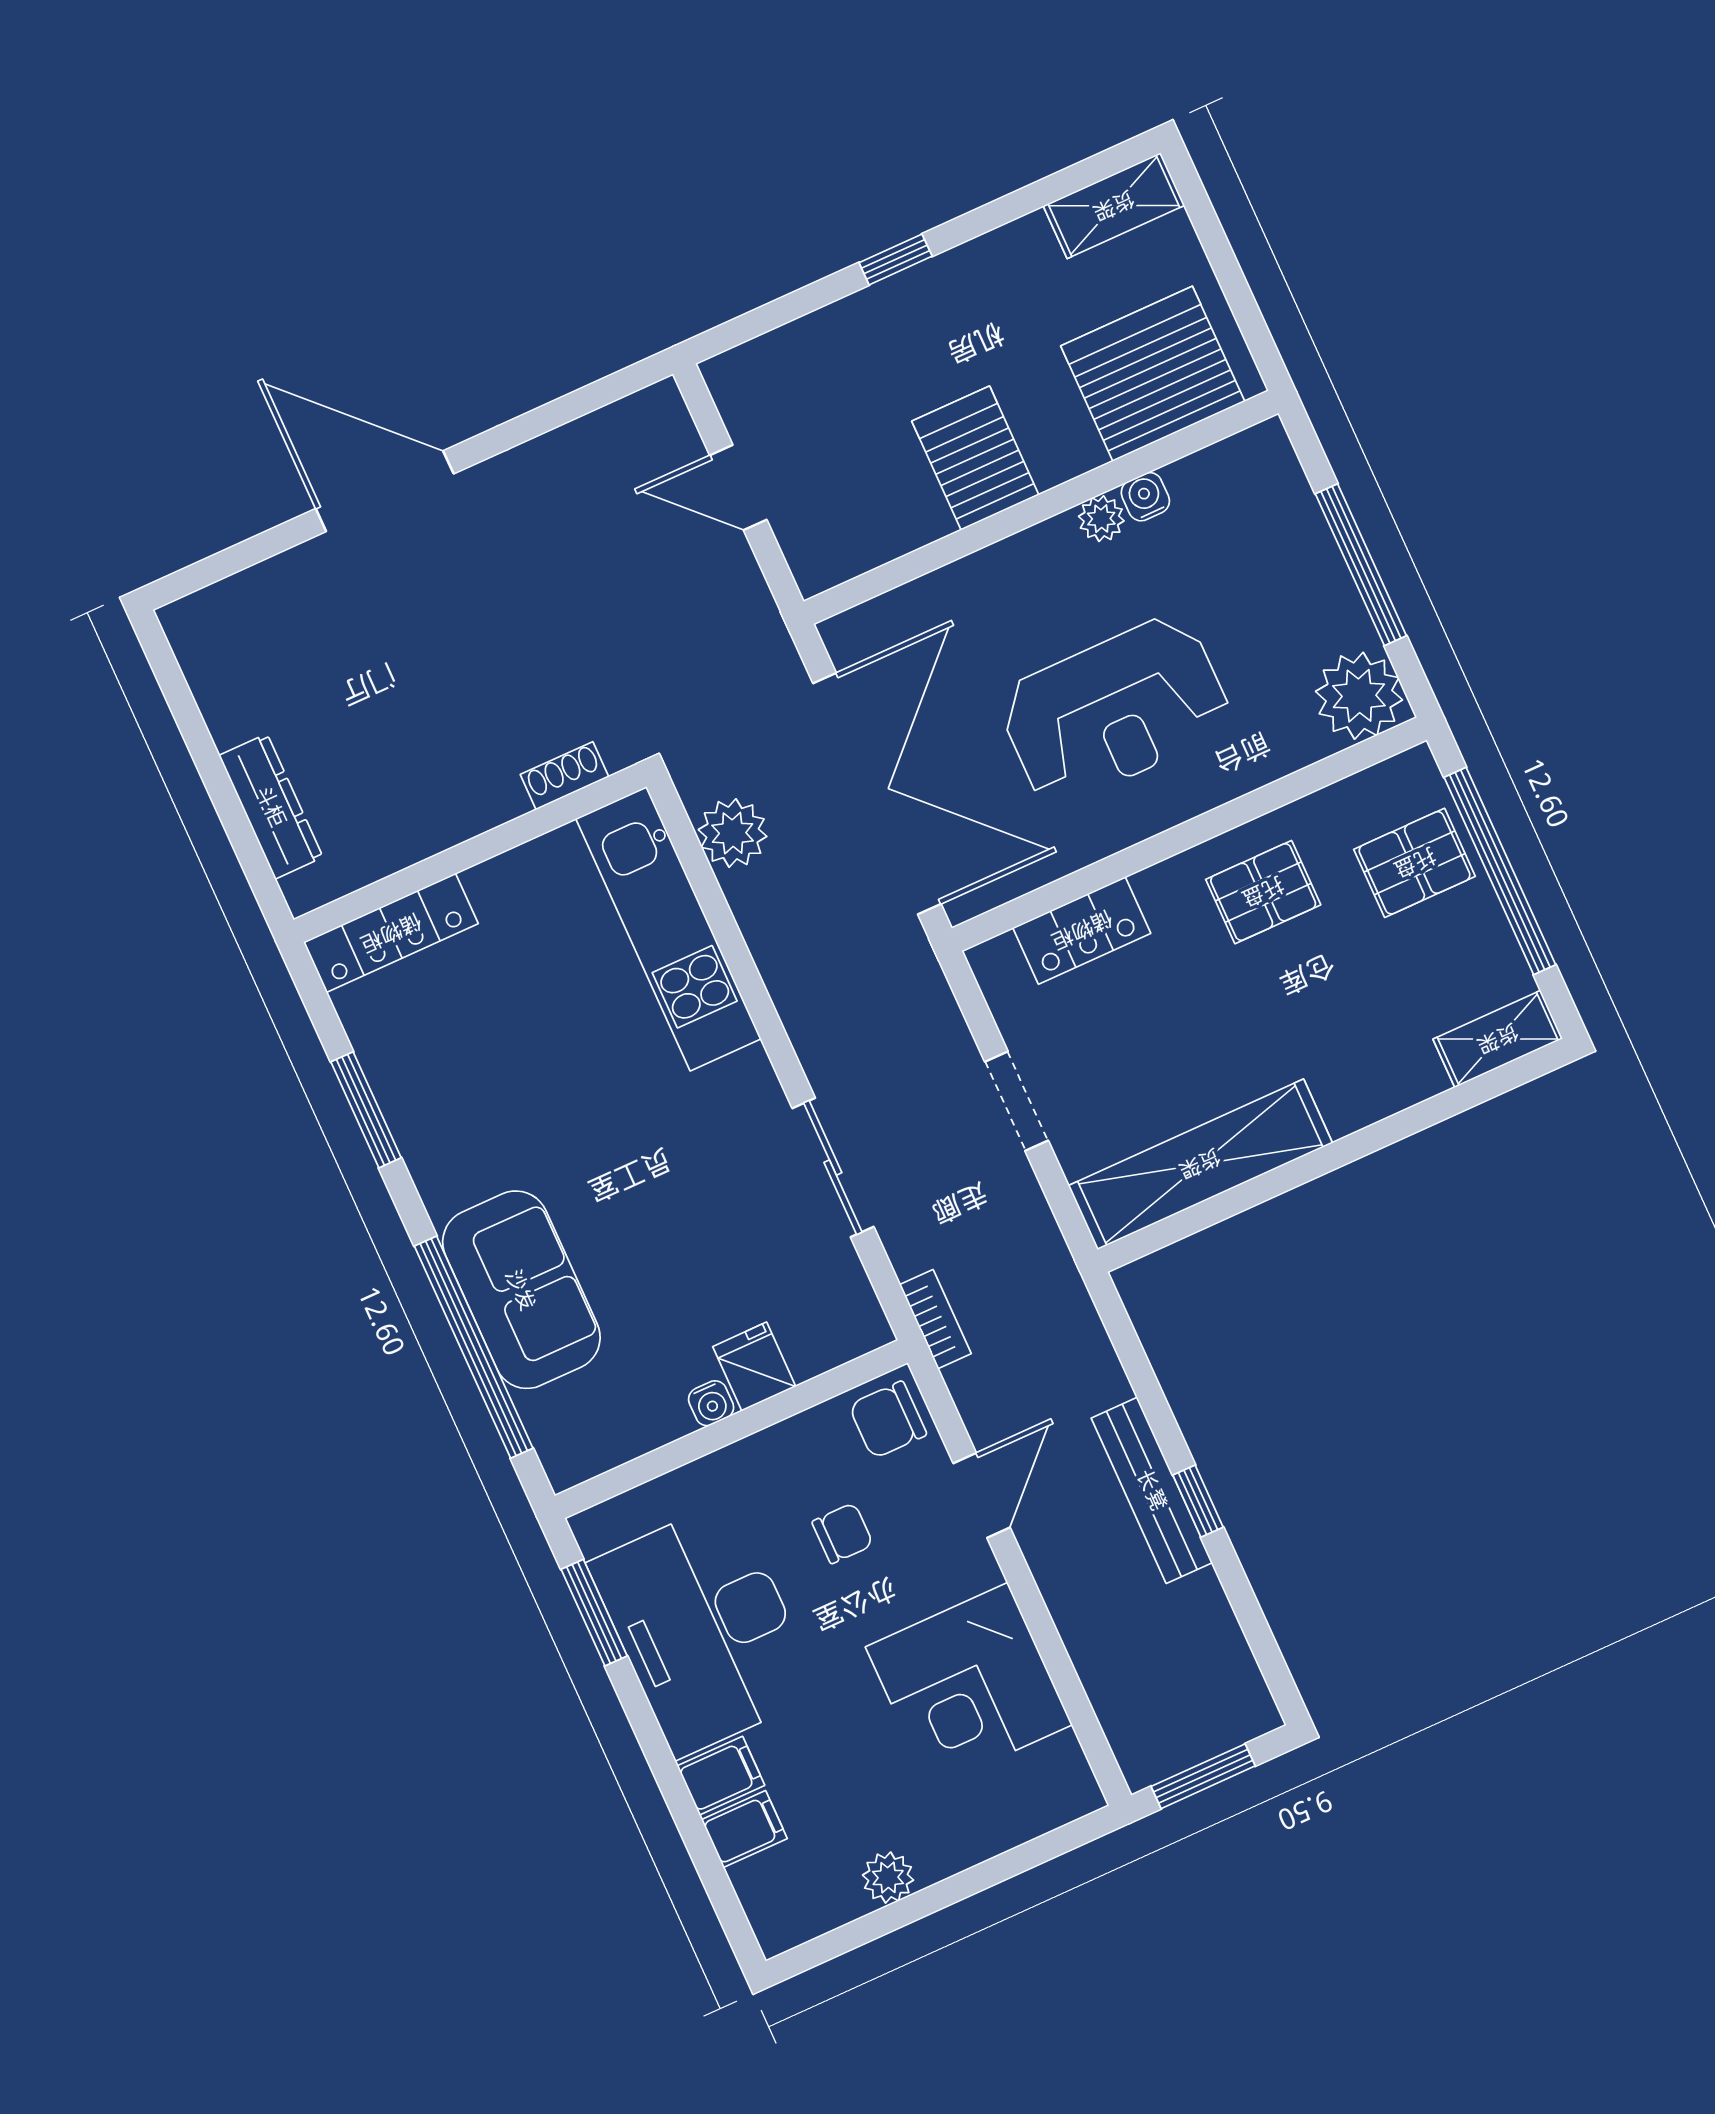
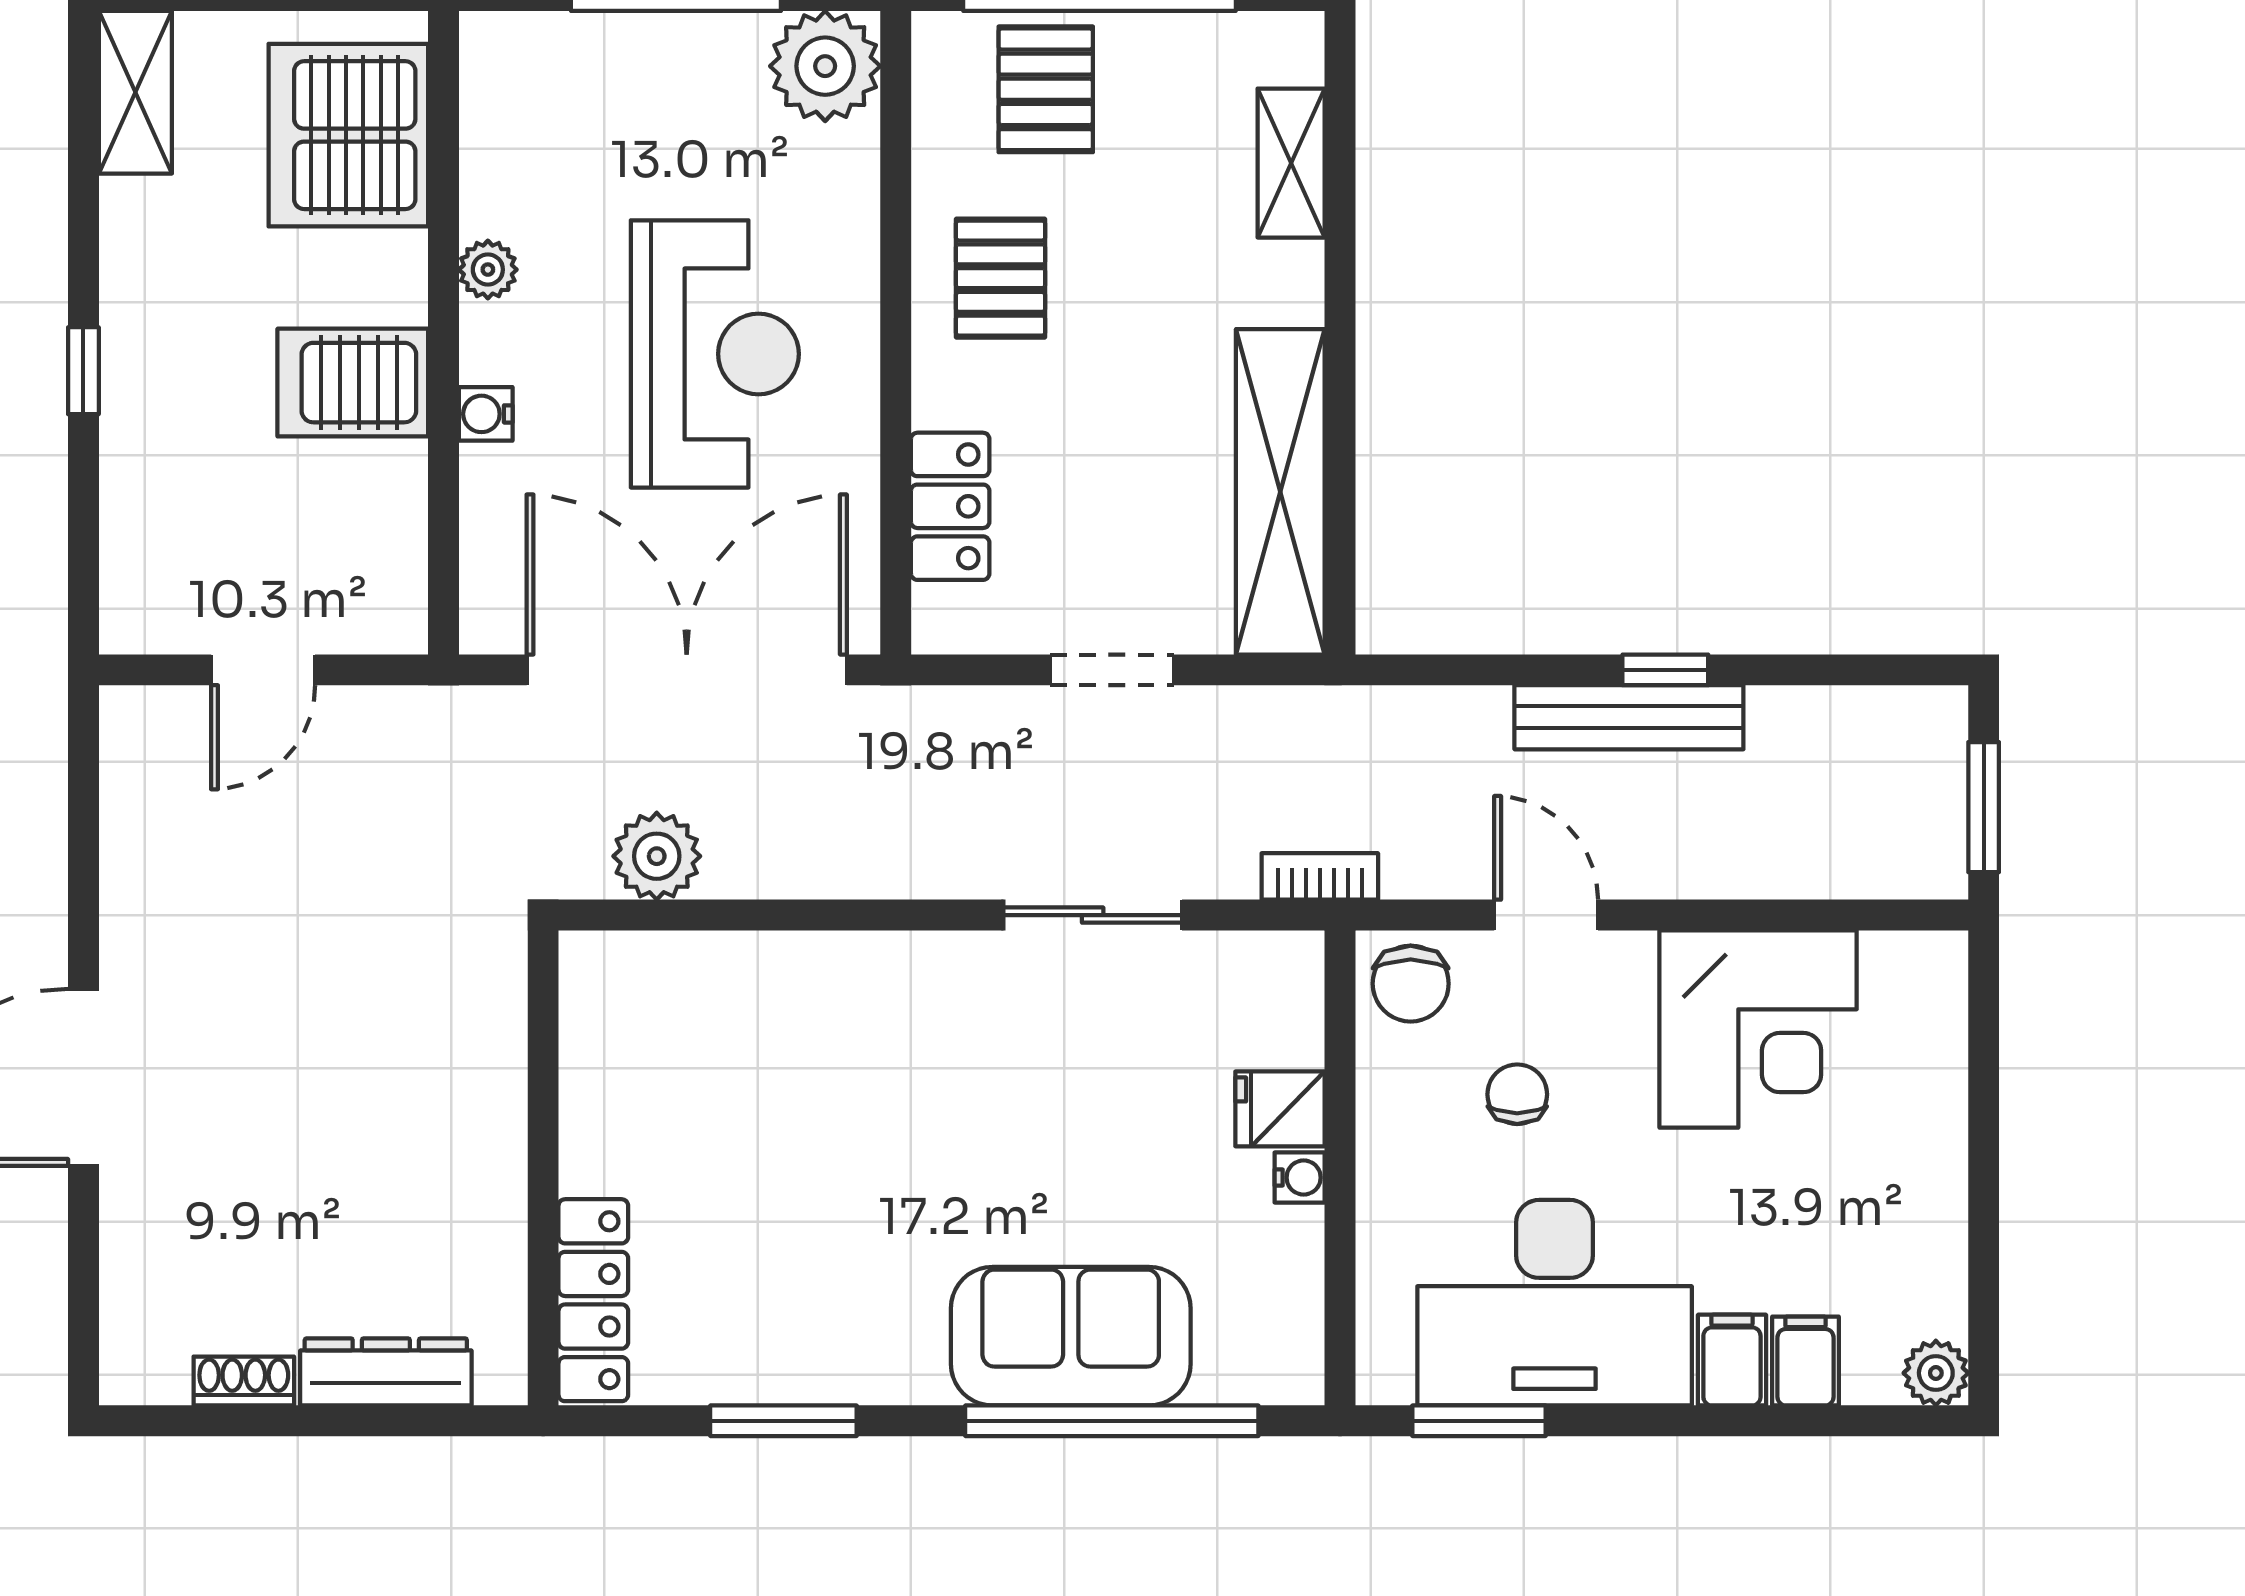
water cooler: (1145, 497) -> (486, 414), moved
shoe rack: (565, 776) -> (244, 1381), moved, turned 90
kitchen unit: (668, 929) -> (733, 980), removed
shelving: (1498, 1039) -> (1291, 163), moved
plant: (888, 1878) -> (1936, 1373), moved

